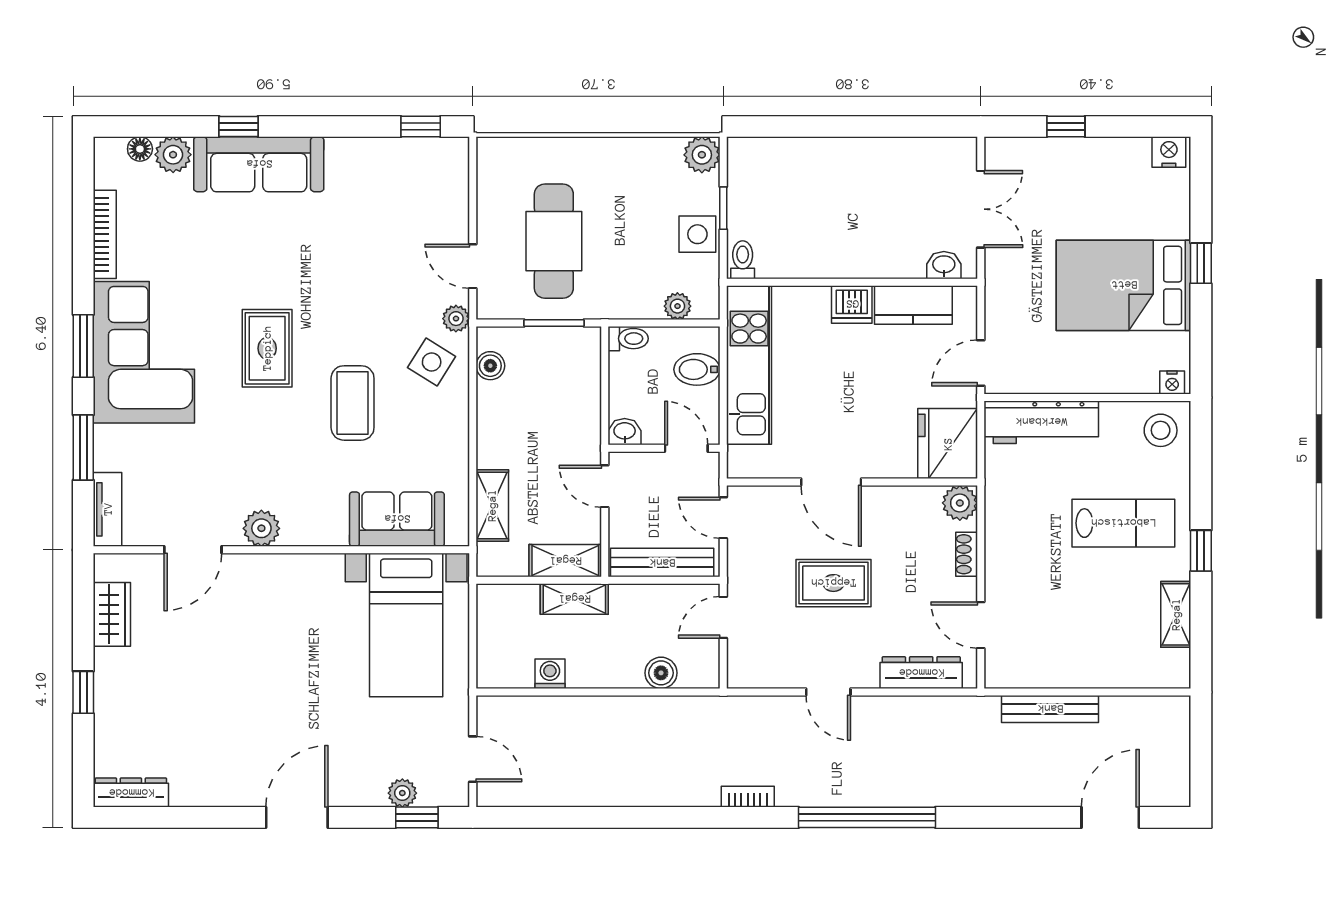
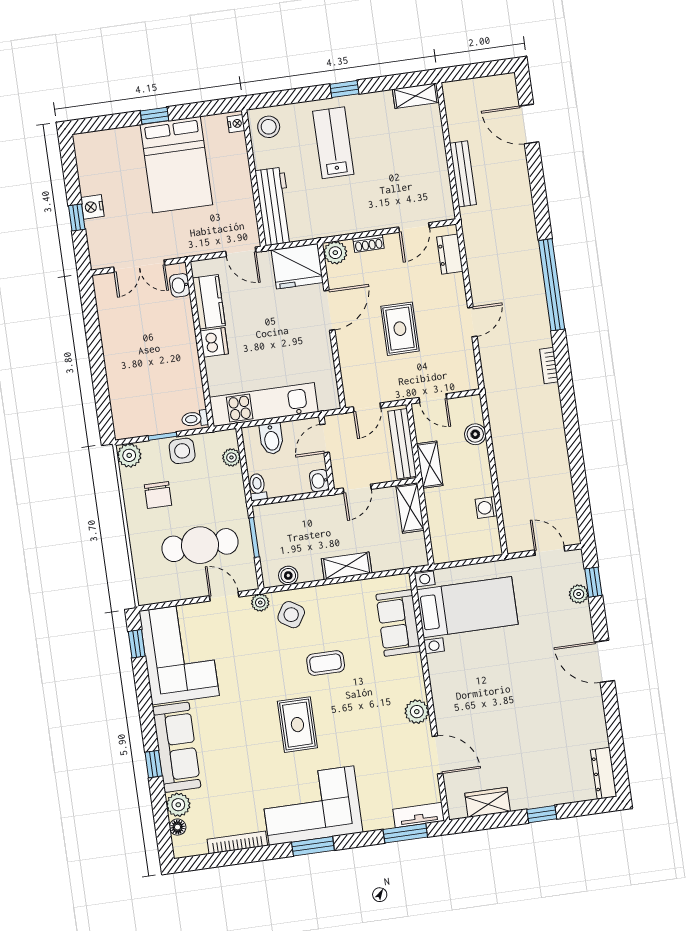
nightstand: (1169, 152) -> (92, 207), moved
corner sofa: (398, 187) -> (179, 653), added
chair: (637, 189) -> (158, 495), added
double door: (981, 209) -> (139, 266), swing flipped
door: (473, 266) -> (224, 596), swing flipped
rug: (267, 348) -> (297, 725), turned 90
coffee table: (353, 403) -> (326, 663), width x0.73, depth x0.77
window: (83, 448) -> (405, 833), moved
door: (831, 482) -> (329, 310), moved
shelving: (492, 505) -> (347, 566), moved
shelving: (574, 599) -> (430, 465), moved
shelving: (1176, 614) -> (416, 96), moved
dresser: (921, 673) -> (450, 254), width x0.70
door: (473, 759) -> (550, 551), hinge flipped

